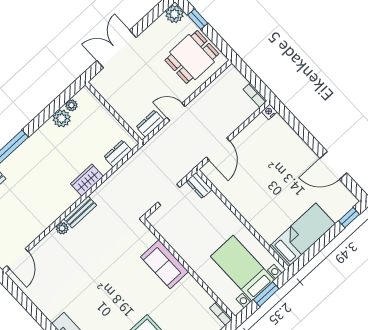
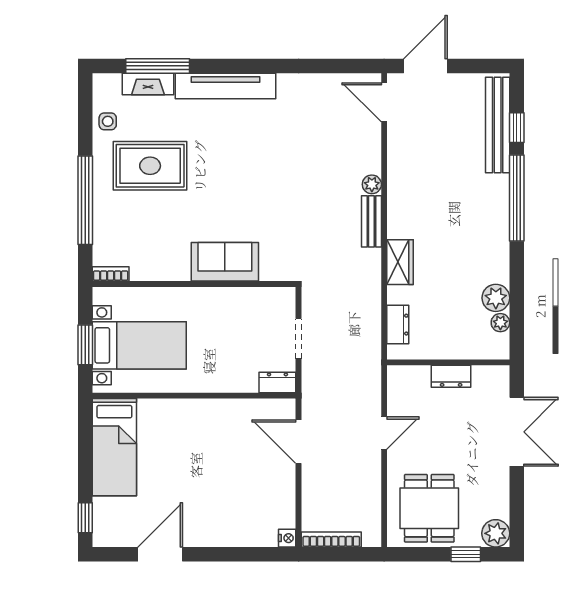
bookcase: (255, 95) -> (331, 540), width x1.56
dresser: (150, 124) -> (451, 376), moved, turned 90

